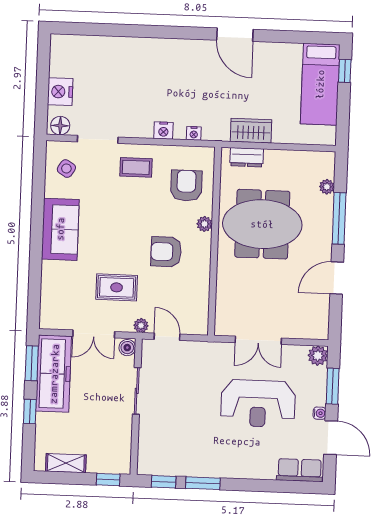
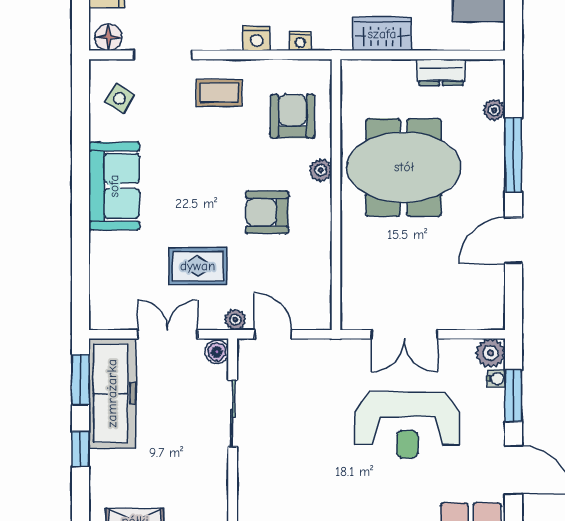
dresser: (247, 157) -> (441, 72), moved
double door: (94, 334) -> (168, 334), swing flipped
water cooler: (320, 413) -> (496, 379), moved

